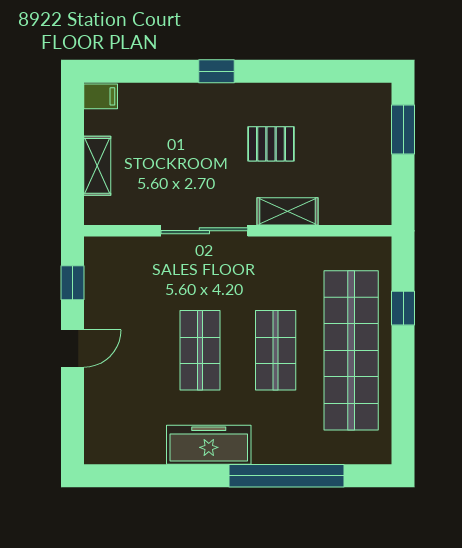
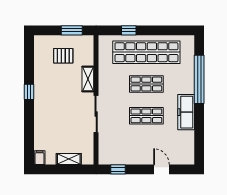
window: (216, 71) -> (29, 92), moved
window: (403, 129) -> (72, 30), moved
pallet: (271, 144) -> (63, 56), moved, turned 90
door: (73, 348) -> (161, 169), moved

